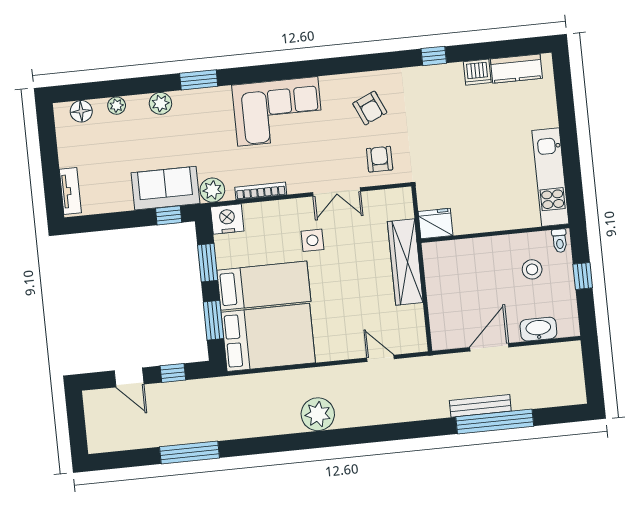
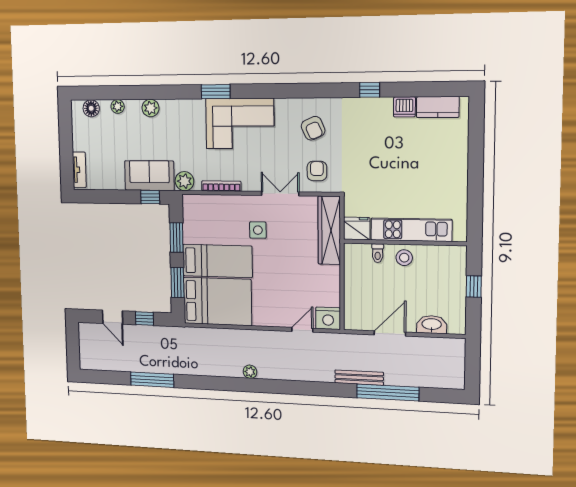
window: (199, 80) -> (216, 92), moved
kitchen unit: (550, 177) -> (411, 230), moved, turned 90
double door: (337, 192) -> (280, 194), swing flipped
nightstand: (227, 219) -> (328, 318), moved, turned 180
toilet: (560, 241) -> (378, 253), moved
wardrobe: (405, 262) -> (329, 230), moved
stool: (532, 269) -> (404, 258), moved
door: (380, 358) -> (302, 330), hinge flipped
bench: (480, 406) -> (359, 378), moved
plant: (318, 414) -> (250, 372), width x0.53, depth x0.53

